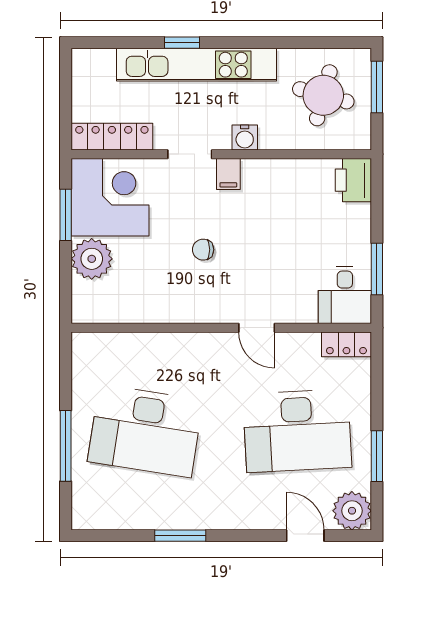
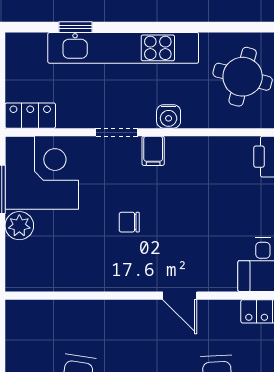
window: (182, 43) -> (75, 27), moved
locker: (112, 137) -> (30, 116), width x0.66
plant: (92, 259) -> (19, 226), width x0.73, depth x0.73

